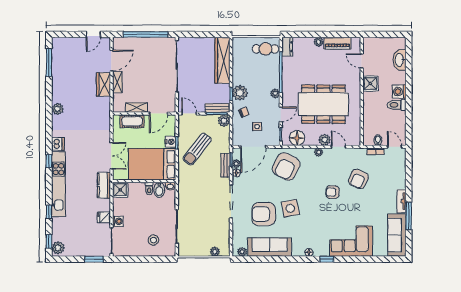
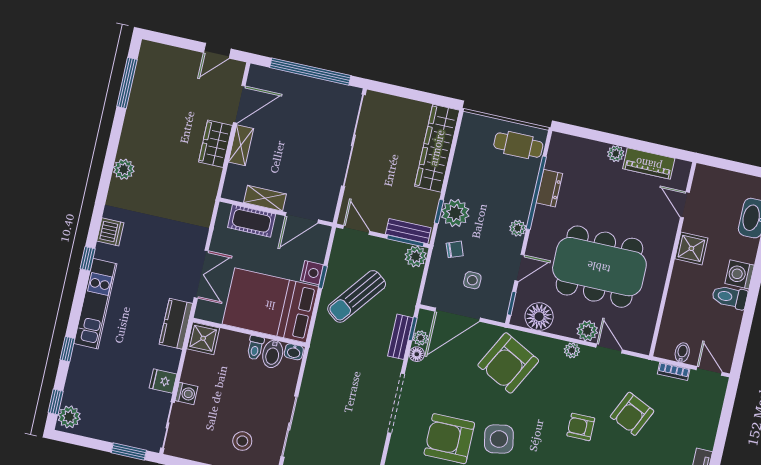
dresser: (287, 47) -> (549, 188), moved
kitchen unit: (58, 184) -> (95, 304), width x0.73

